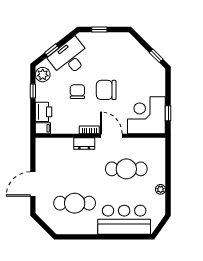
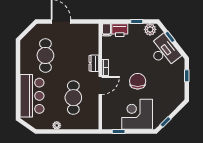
chair: (77, 92) -> (136, 58), removed
corner desk: (146, 115) -> (137, 114), moved, turned -90

